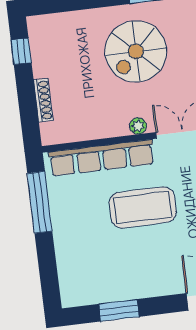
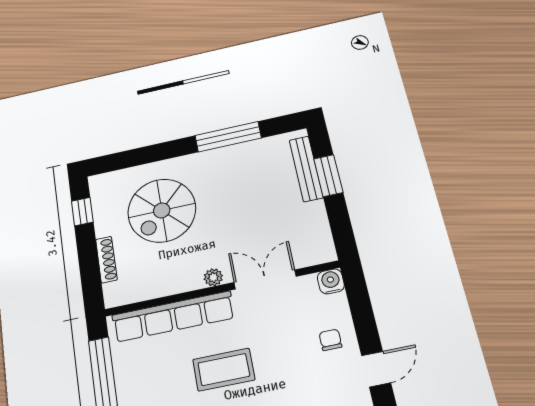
spiral stairs: (136, 51) -> (162, 210), moved
coffee table: (143, 207) -> (224, 370), width x0.73, depth x0.76

